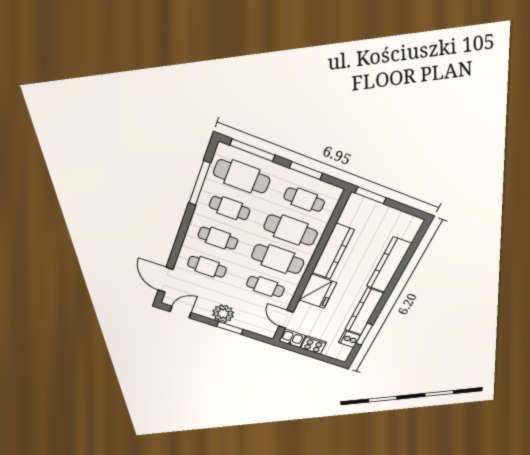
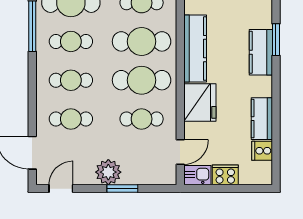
kitchen counter: (389, 265) -> (261, 52), width x0.67
kitchen counter: (364, 312) -> (262, 119), width x0.67
door: (286, 319) -> (180, 152), swing flipped
window: (364, 334) -> (276, 40), moved

